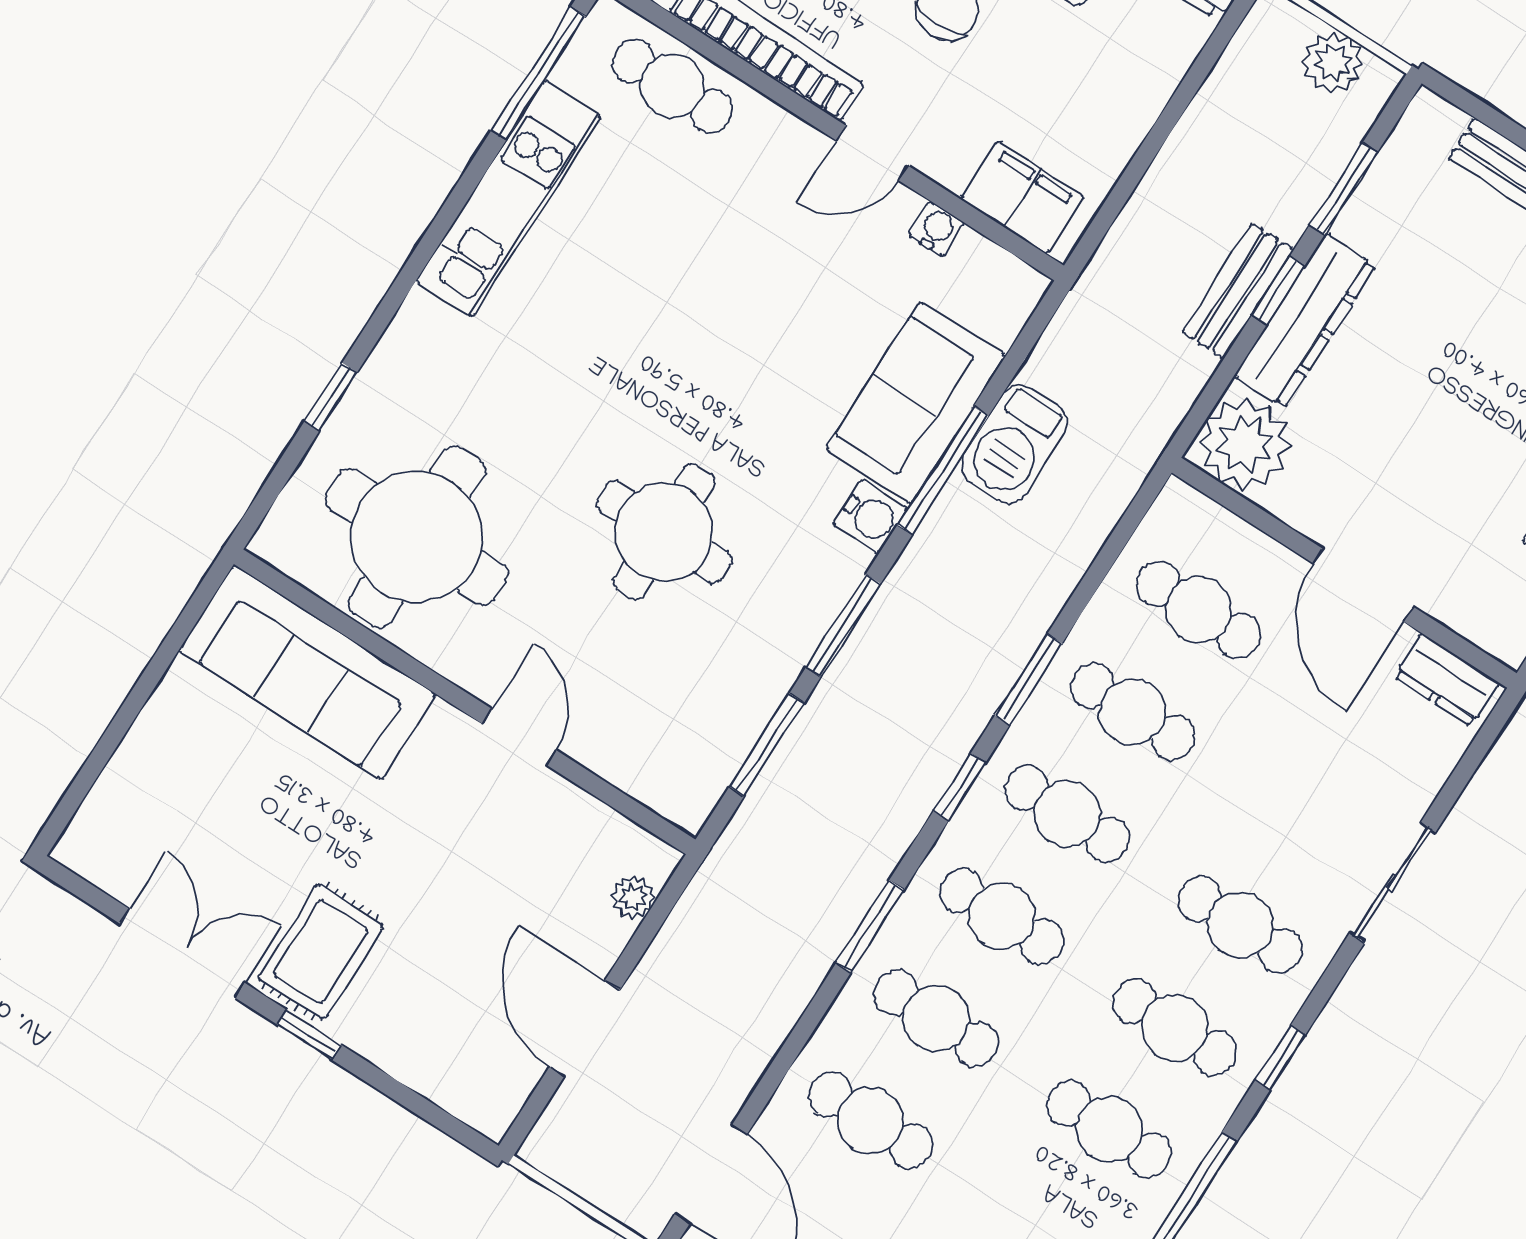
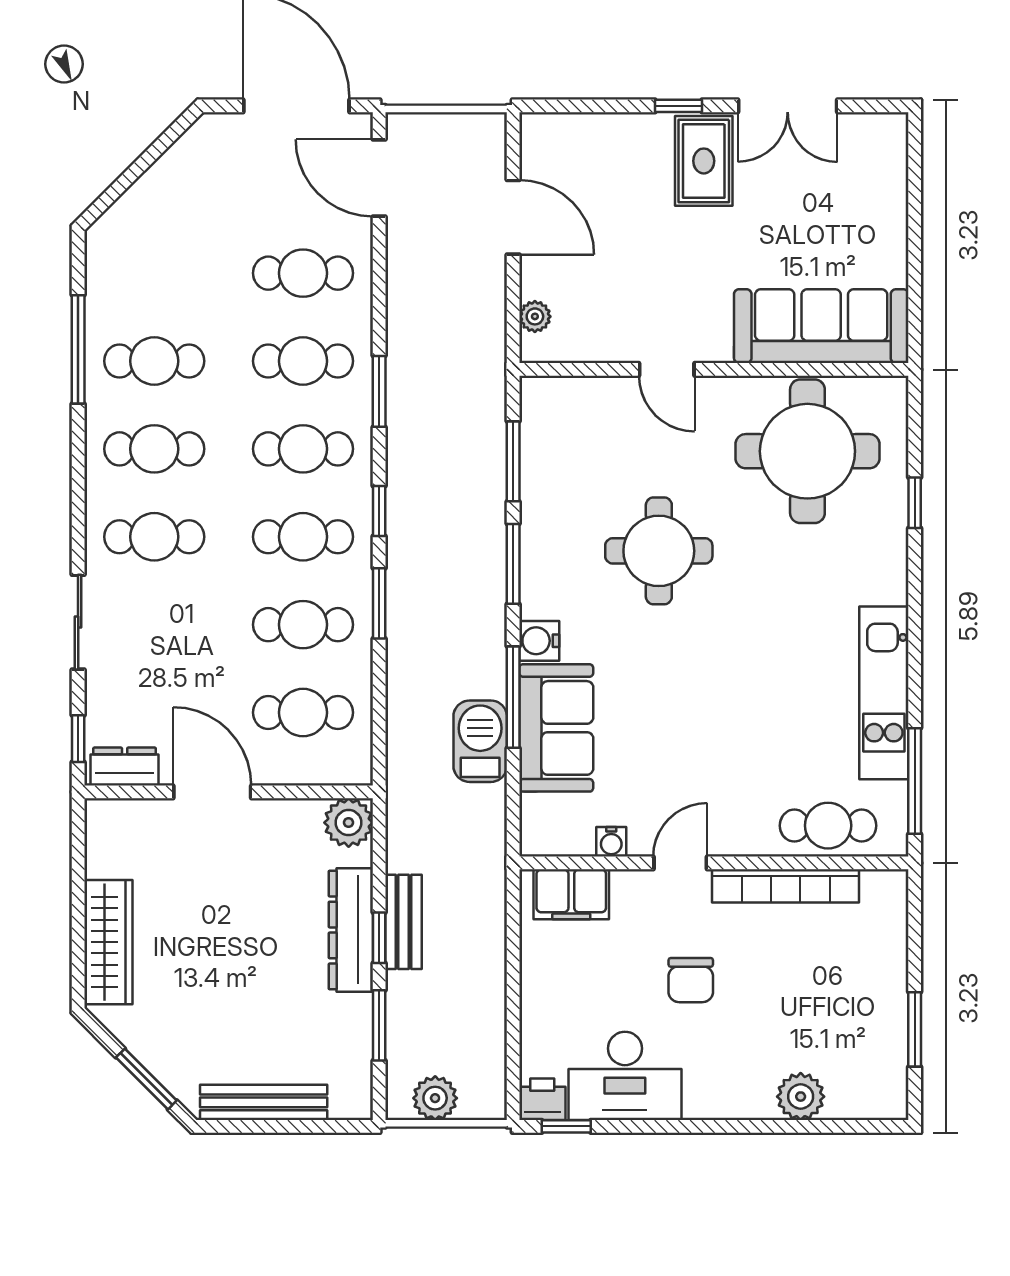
plant: (1245, 444) -> (349, 823), width x0.73, depth x0.73
window: (1280, 1057) -> (78, 739), moved

